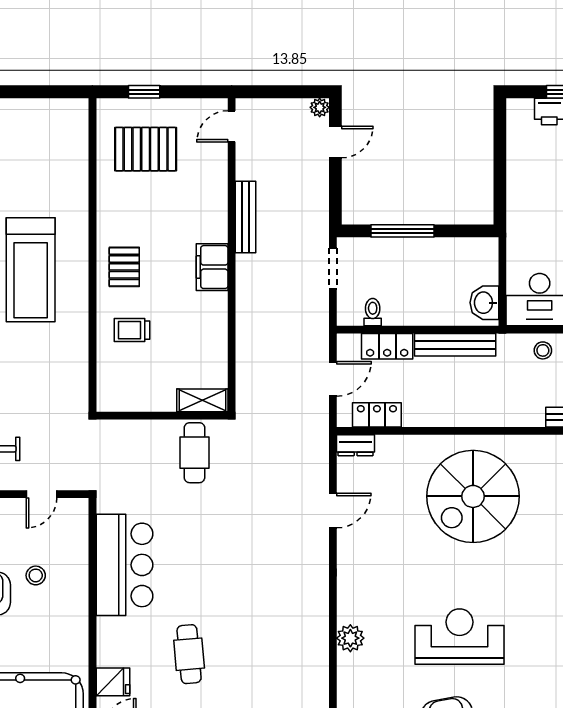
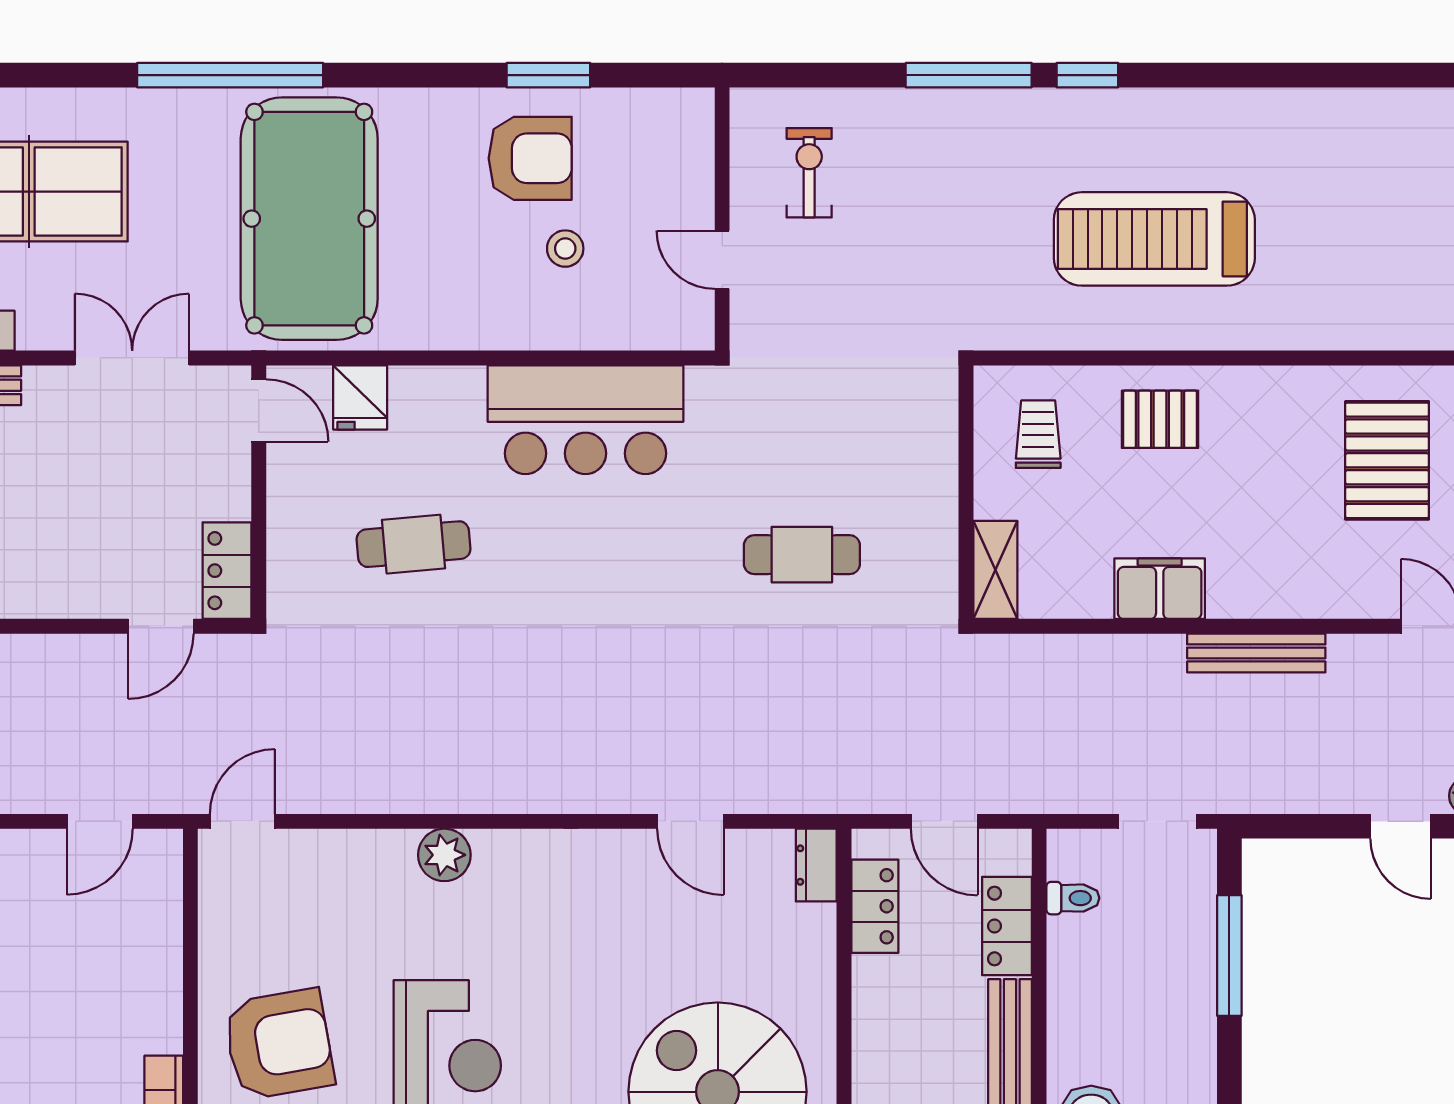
shelving: (202, 400) -> (995, 570), moved
wall: (162, 416) -> (966, 492), moved

